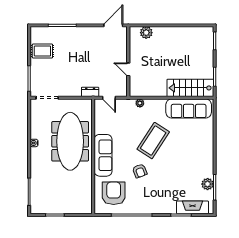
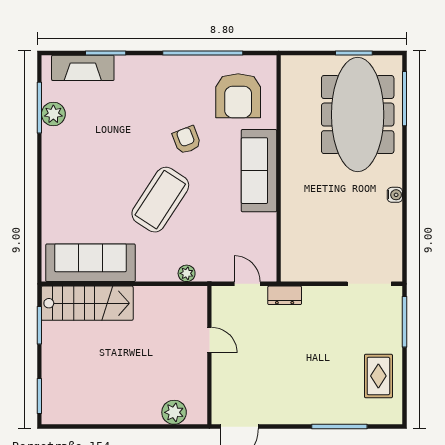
rug: (42, 51) -> (378, 376), turned 90
meeting table: (70, 141) -> (358, 115), moved

